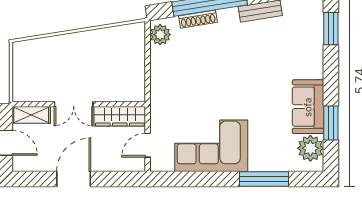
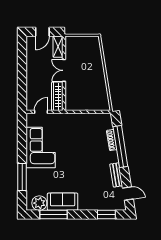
plant: (160, 35) -> (103, 119), removed
window: (331, 123) -> (53, 215), width x1.44
door: (148, 145) -> (41, 112), hinge flipped
door: (74, 179) -> (22, 70), removed

